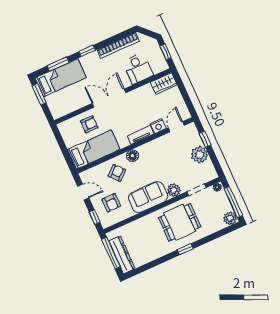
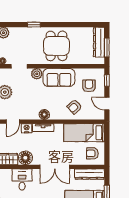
floor lamp: (145, 93) -> (25, 158), added
dresser: (68, 107) -> (90, 174), added
armchair: (89, 124) -> (92, 153), moved
floor lamp: (133, 156) -> (44, 114), moved
dining table: (180, 222) -> (56, 46), moved, turned 90
window: (185, 249) -> (34, 25), moved
window: (111, 253) -> (107, 47), width x0.69

